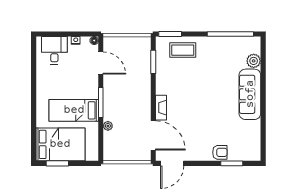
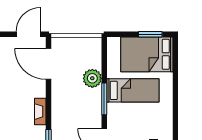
fireplace: (161, 108) -> (40, 112), moved
plant: (108, 126) -> (92, 78), width x1.87, depth x1.87

